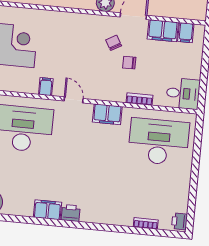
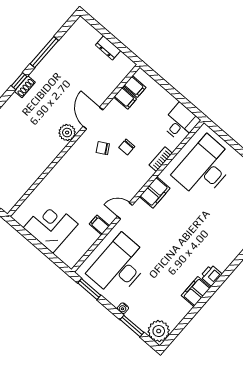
filing cabinet: (163, 31) -> (125, 98), width x0.50

